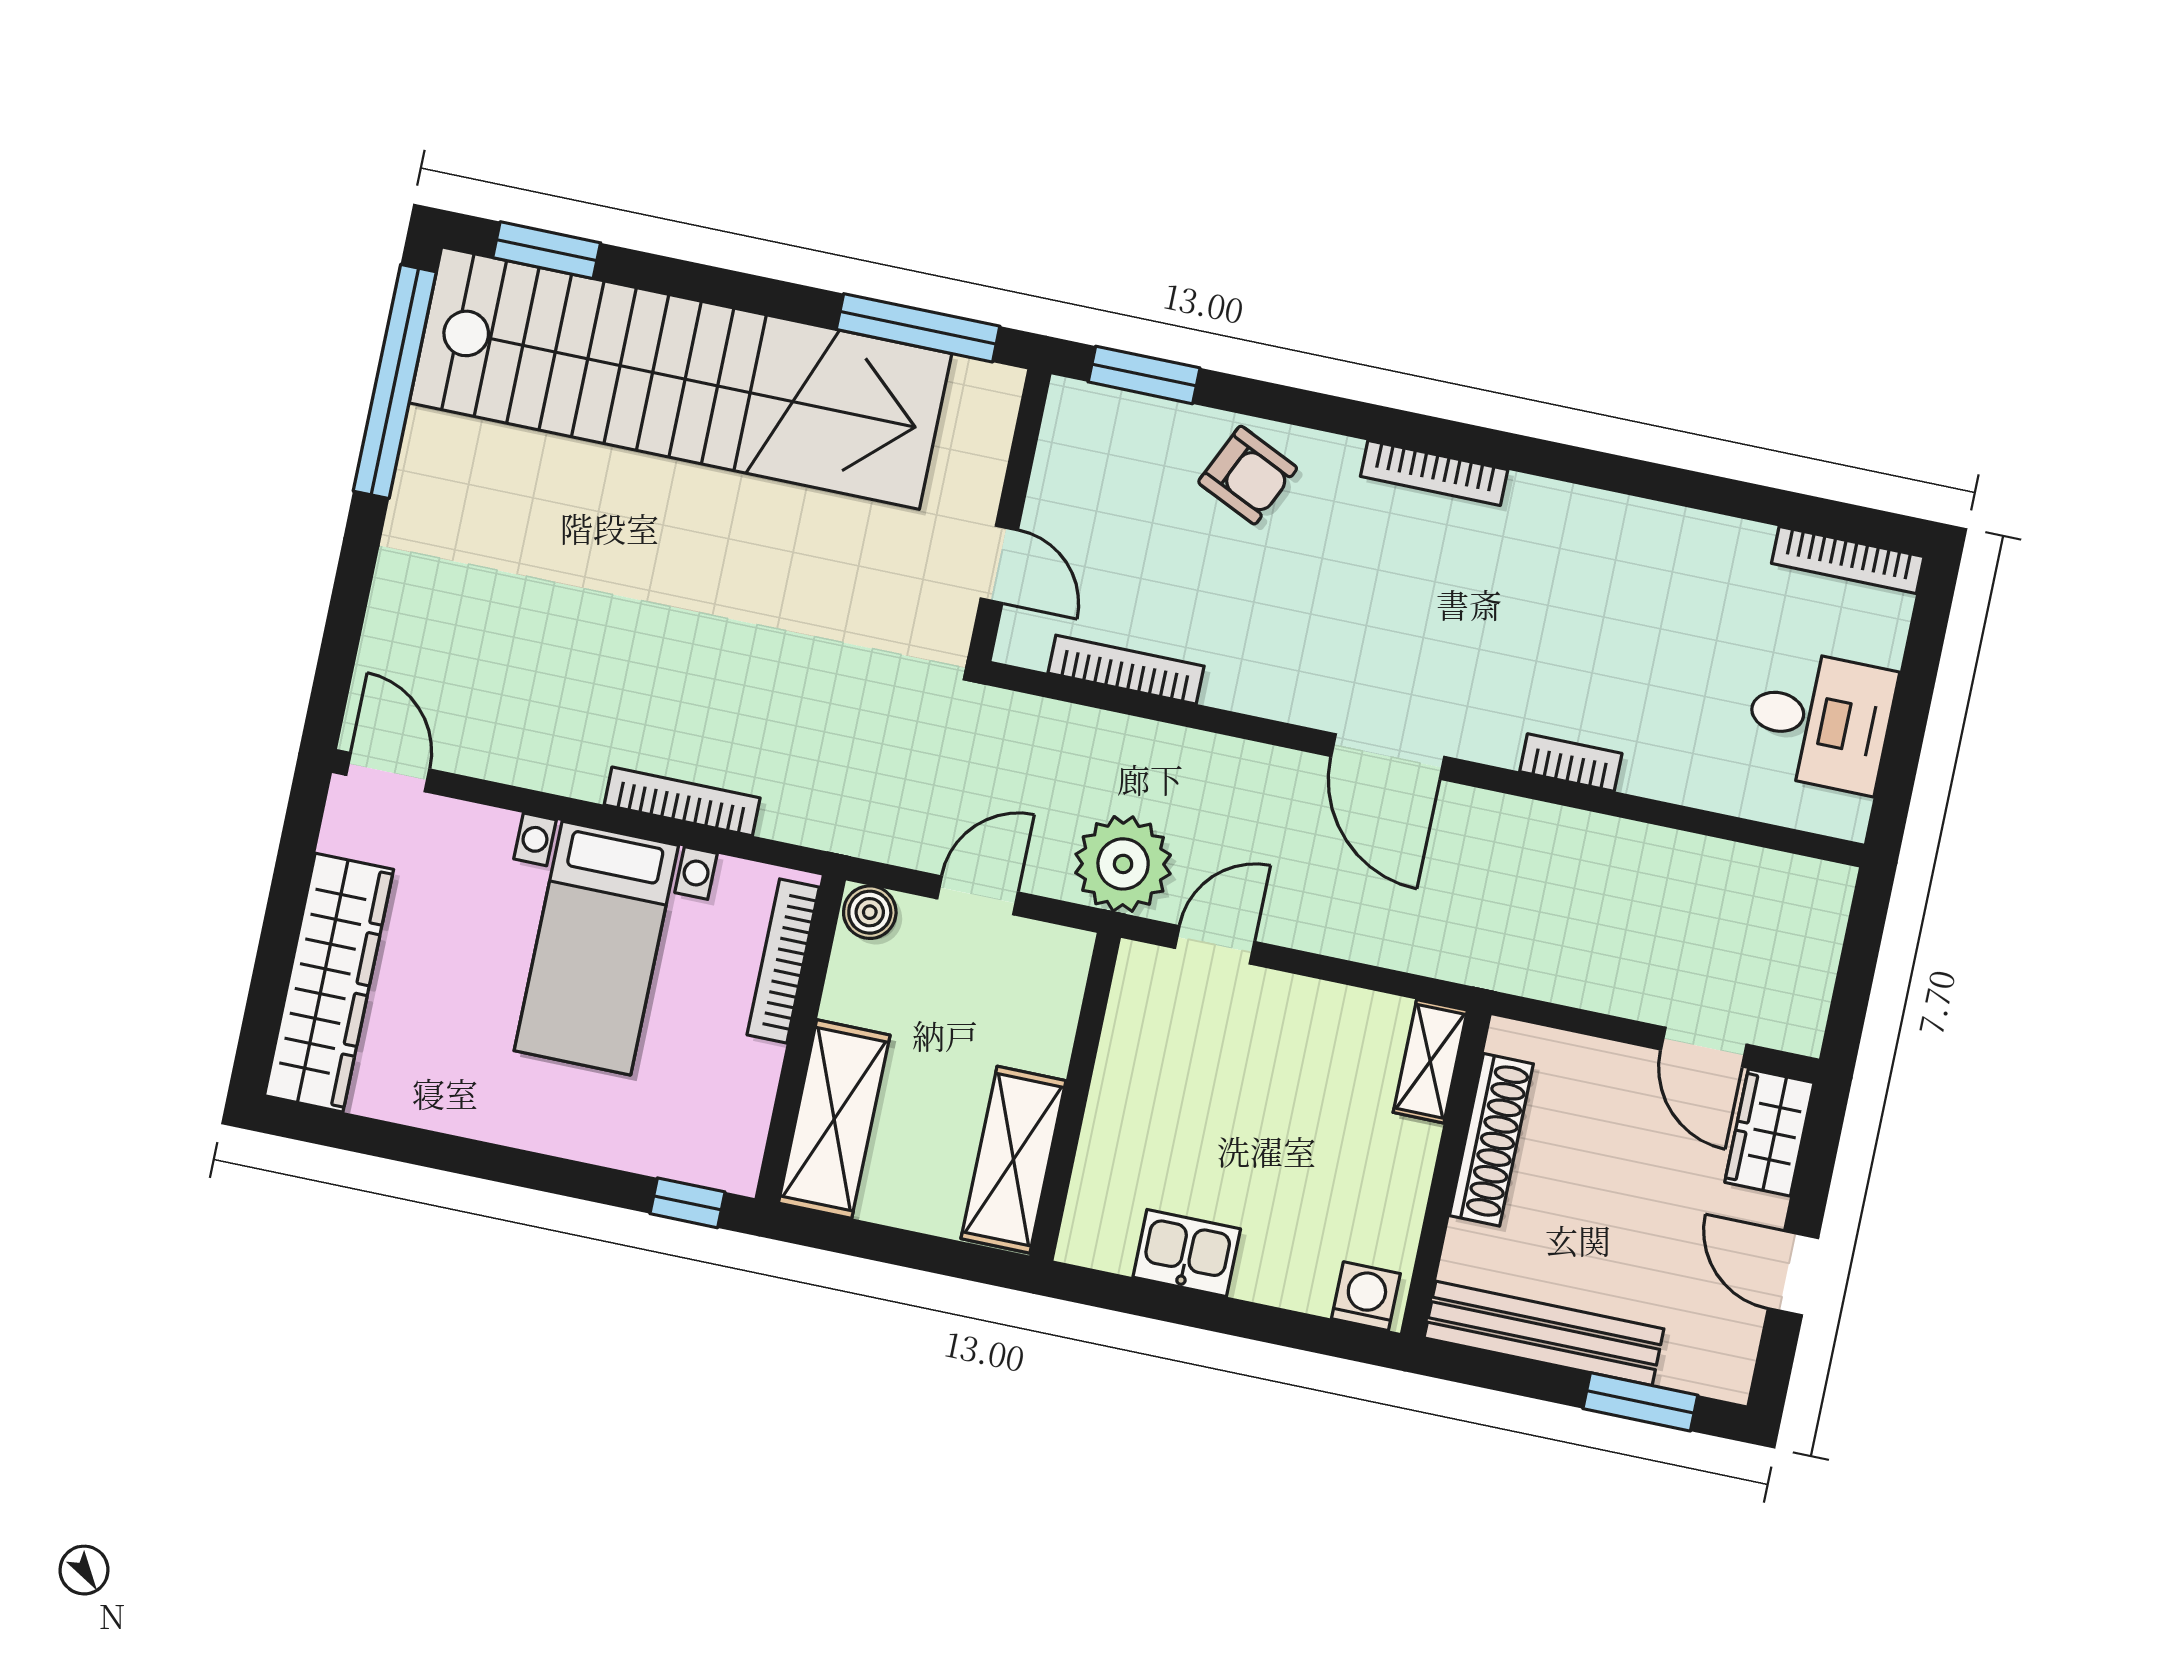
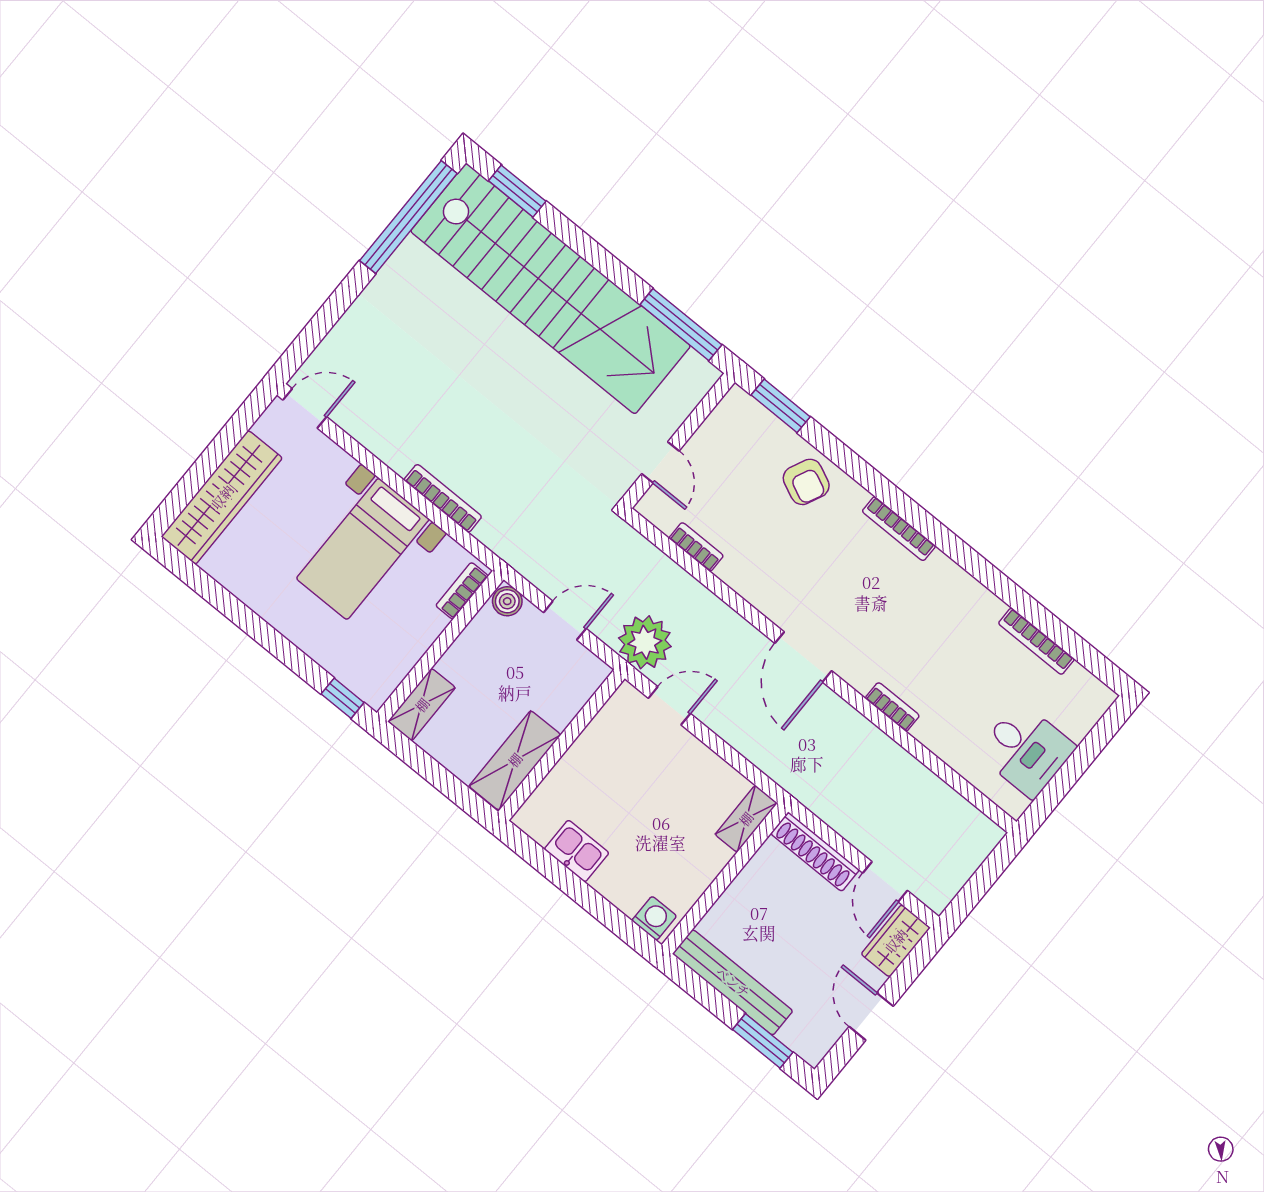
bookcase: (1848, 560) -> (1036, 641), moved
bookcase: (1126, 670) -> (696, 547), width x0.64
door: (388, 772) -> (305, 408), hinge flipped
bookcase: (783, 961) -> (462, 591), width x0.64
shelving: (834, 1119) -> (422, 705), width x0.67, depth x0.75
shoe rack: (1491, 1140) -> (815, 852), moved, turned 90

